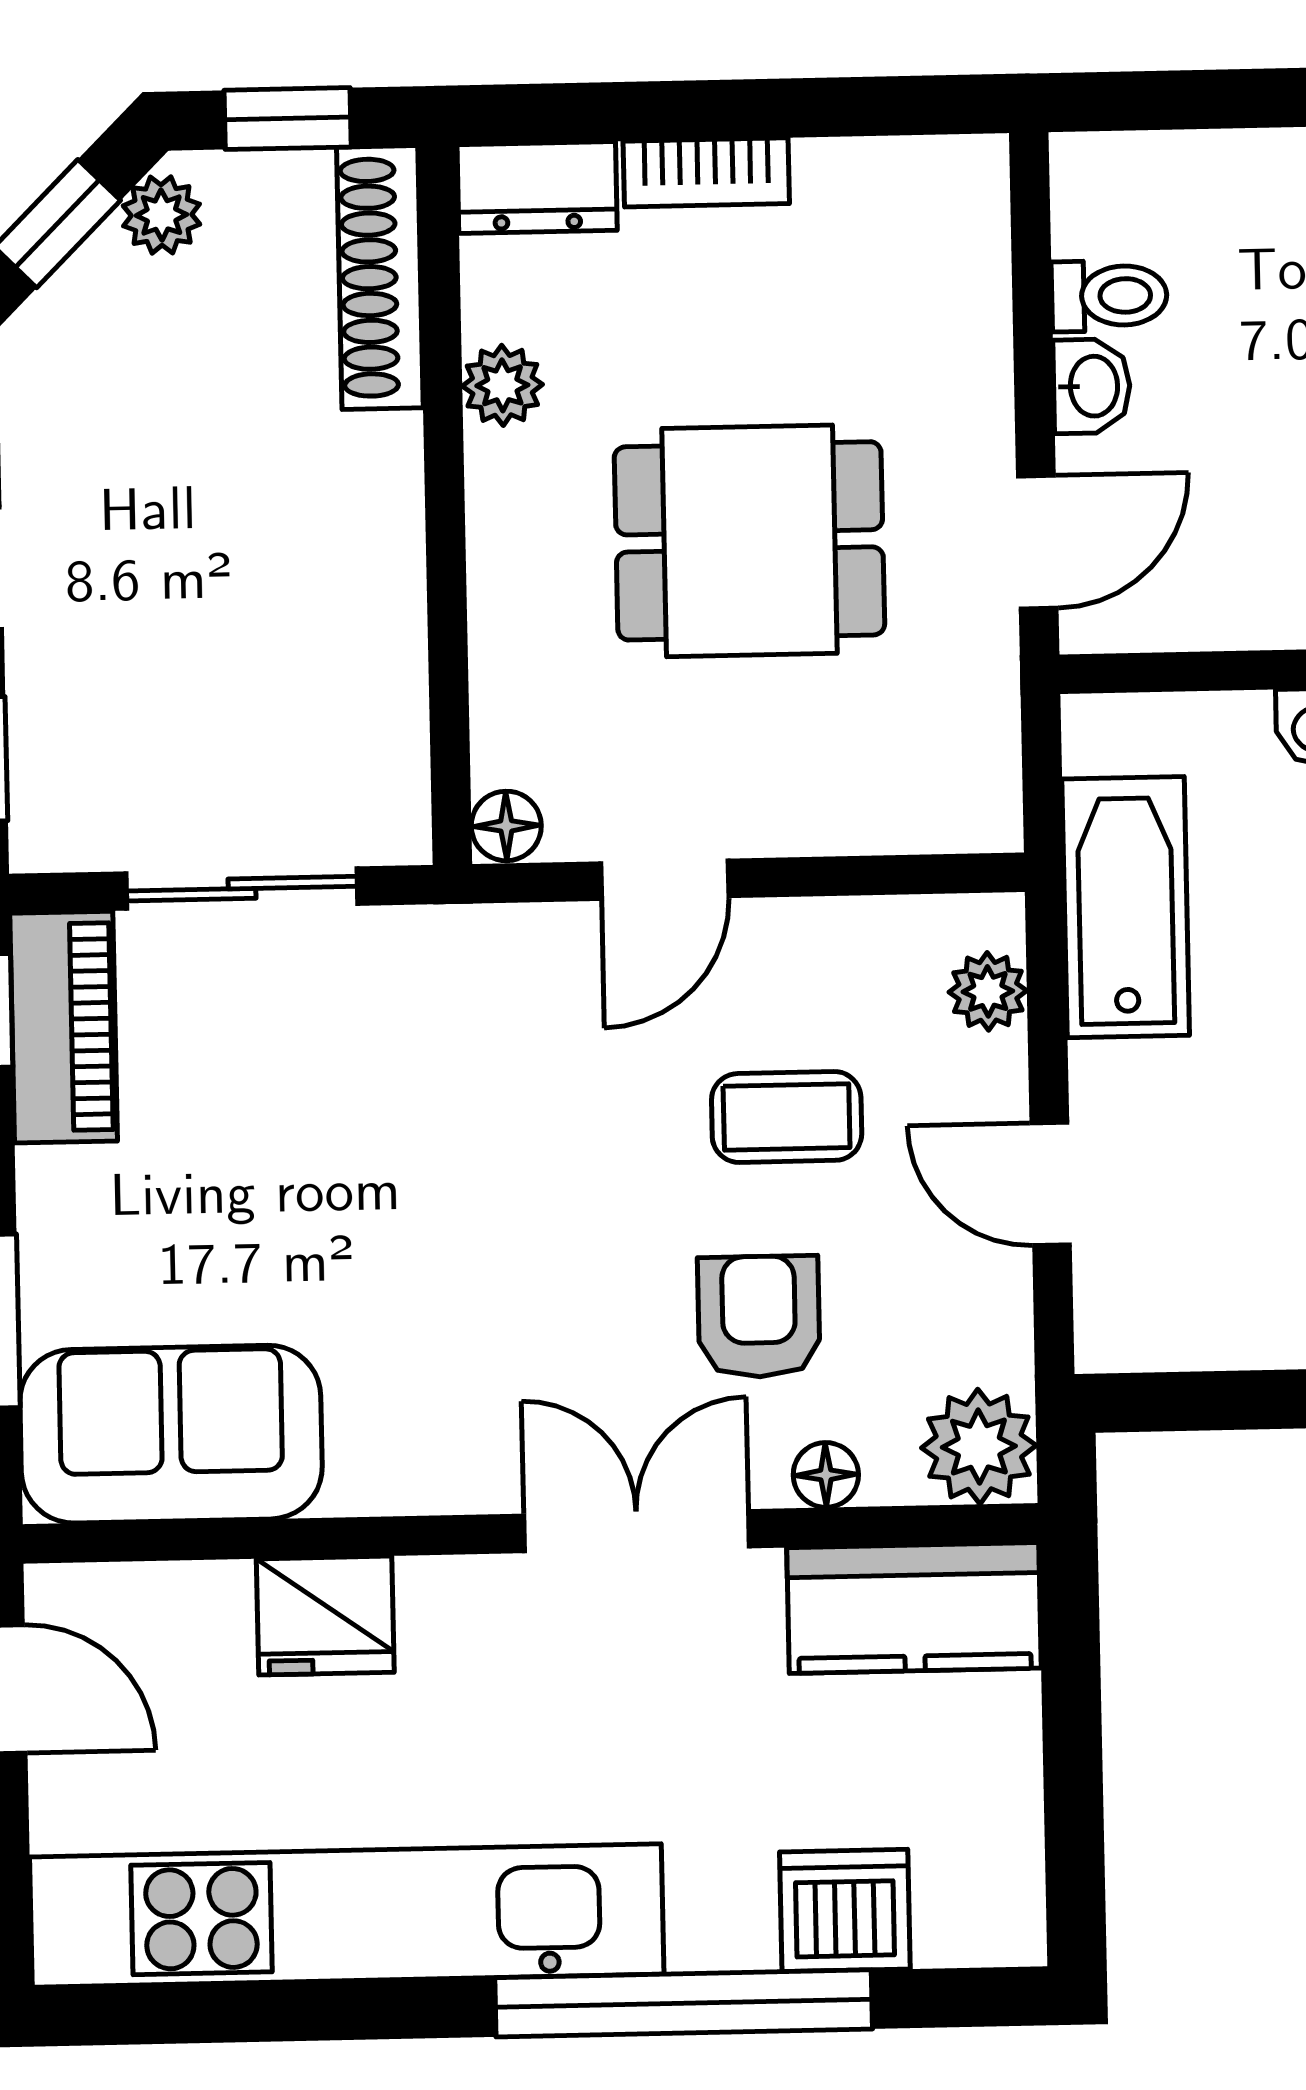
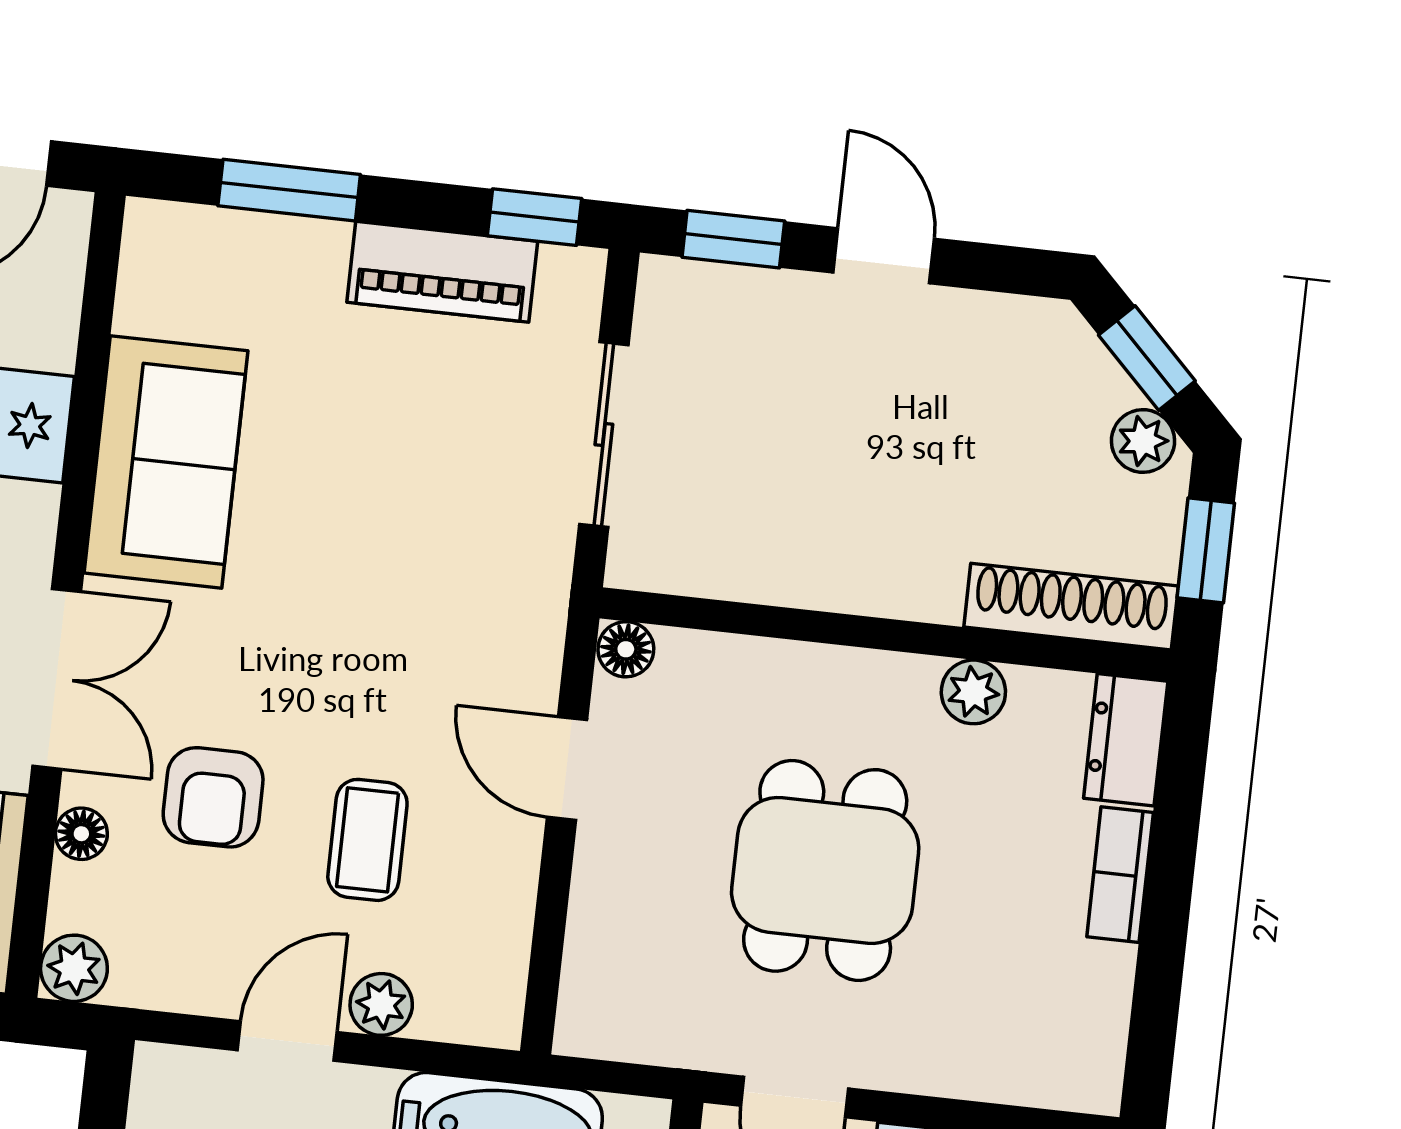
plant: (988, 991) -> (381, 1004), moved
piano: (64, 1027) -> (442, 272), moved
armchair: (759, 1317) -> (213, 797), turned 90
sofa: (171, 1434) -> (166, 462), moved
plant: (979, 1447) -> (74, 968), width x0.73, depth x0.73

